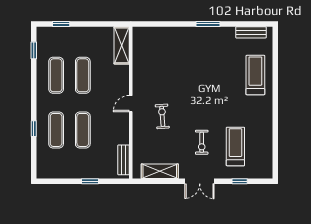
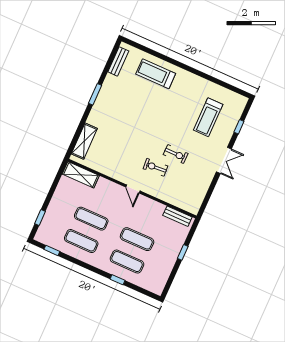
exercise bike: (202, 142) -> (176, 154), moved
treadmill: (235, 146) -> (208, 117), turned -90
shelving: (160, 171) -> (84, 141), moved

